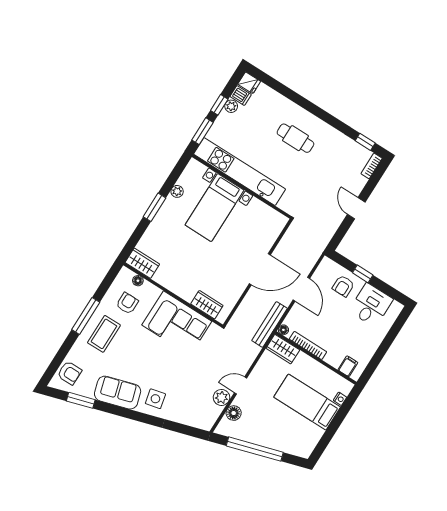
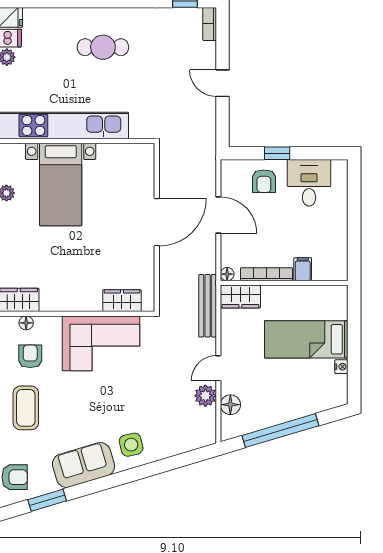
bench: (270, 324) -> (208, 306), moved
filing cabinet: (348, 366) -> (303, 269), moved
nightstand: (340, 399) -> (341, 367), moved

